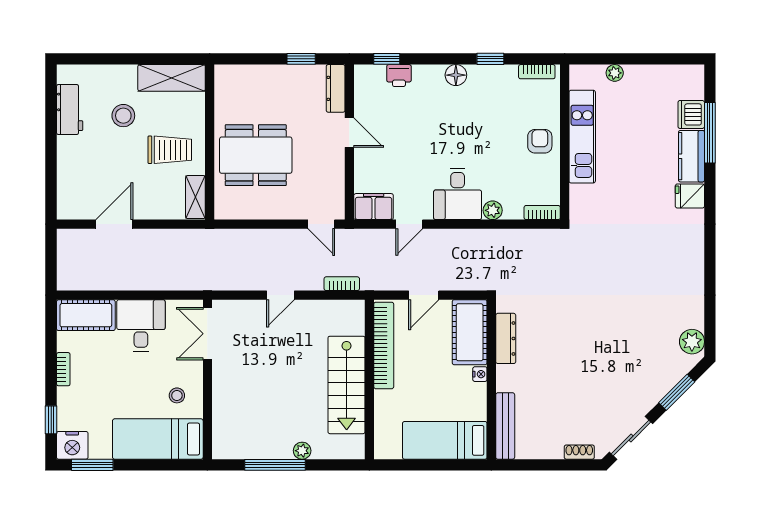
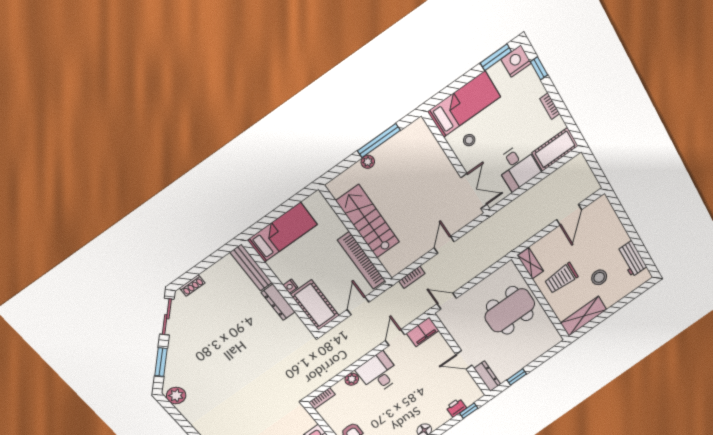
dresser: (506, 338) -> (278, 302), moved

